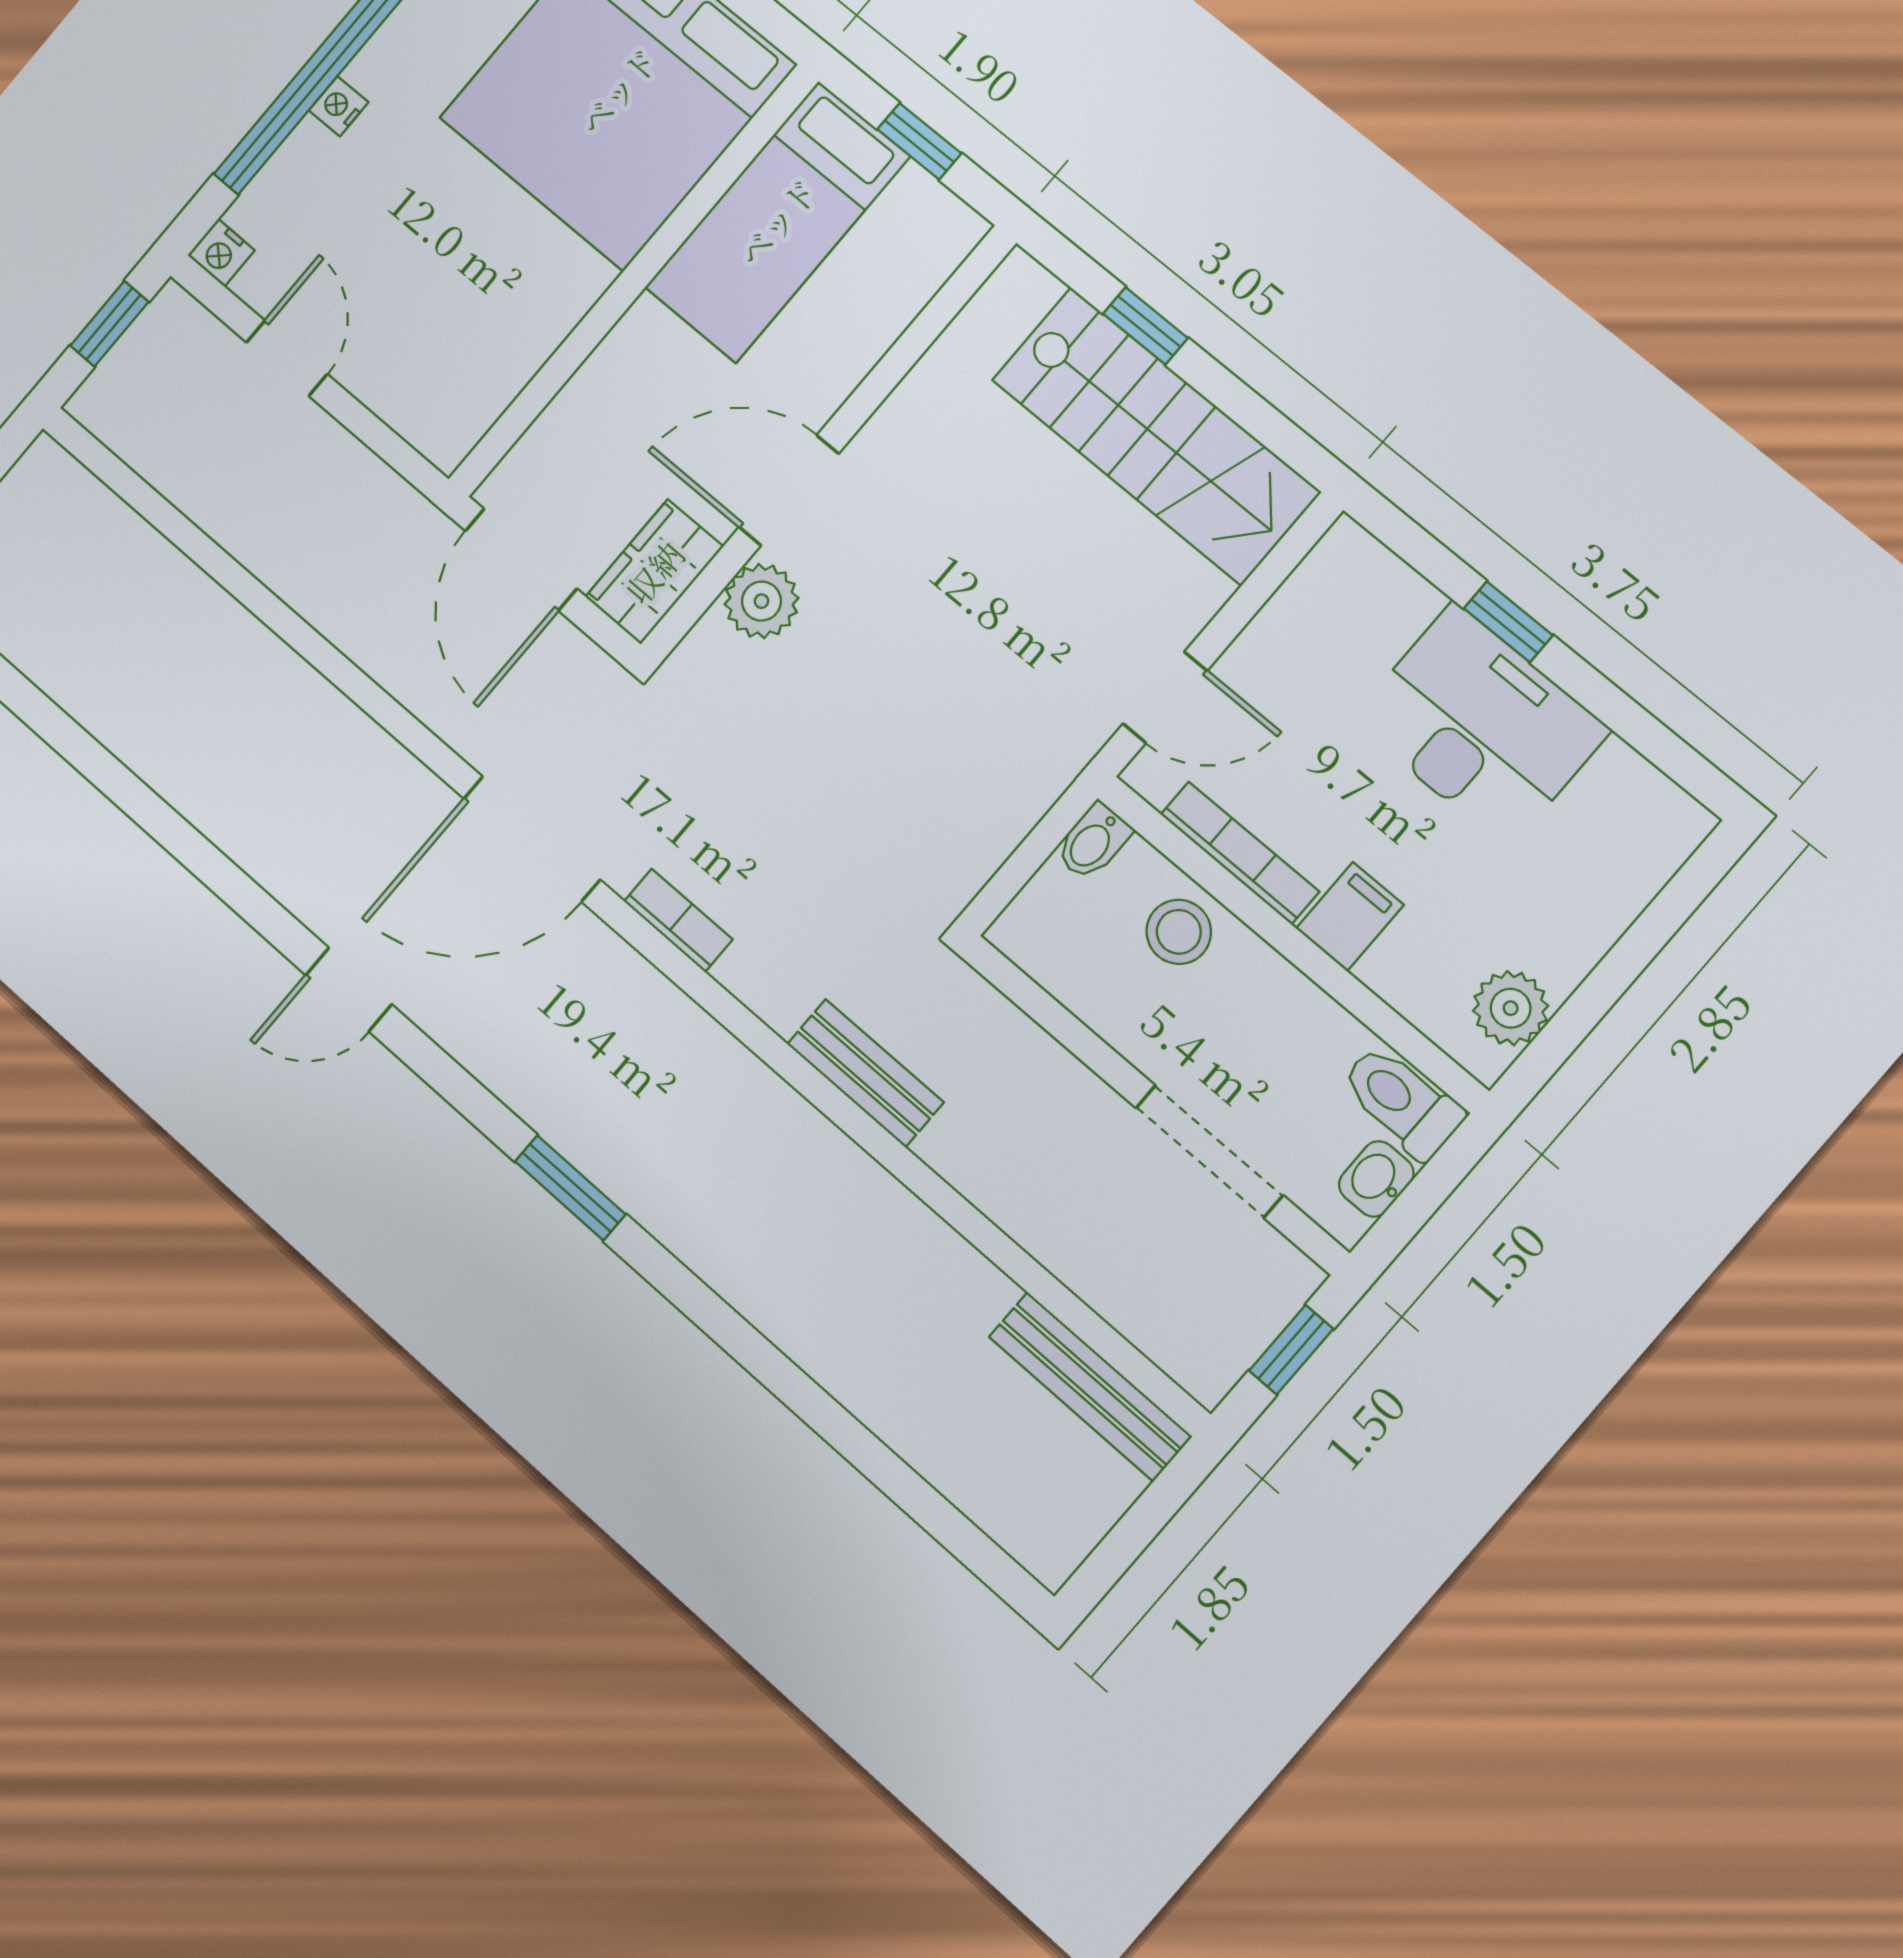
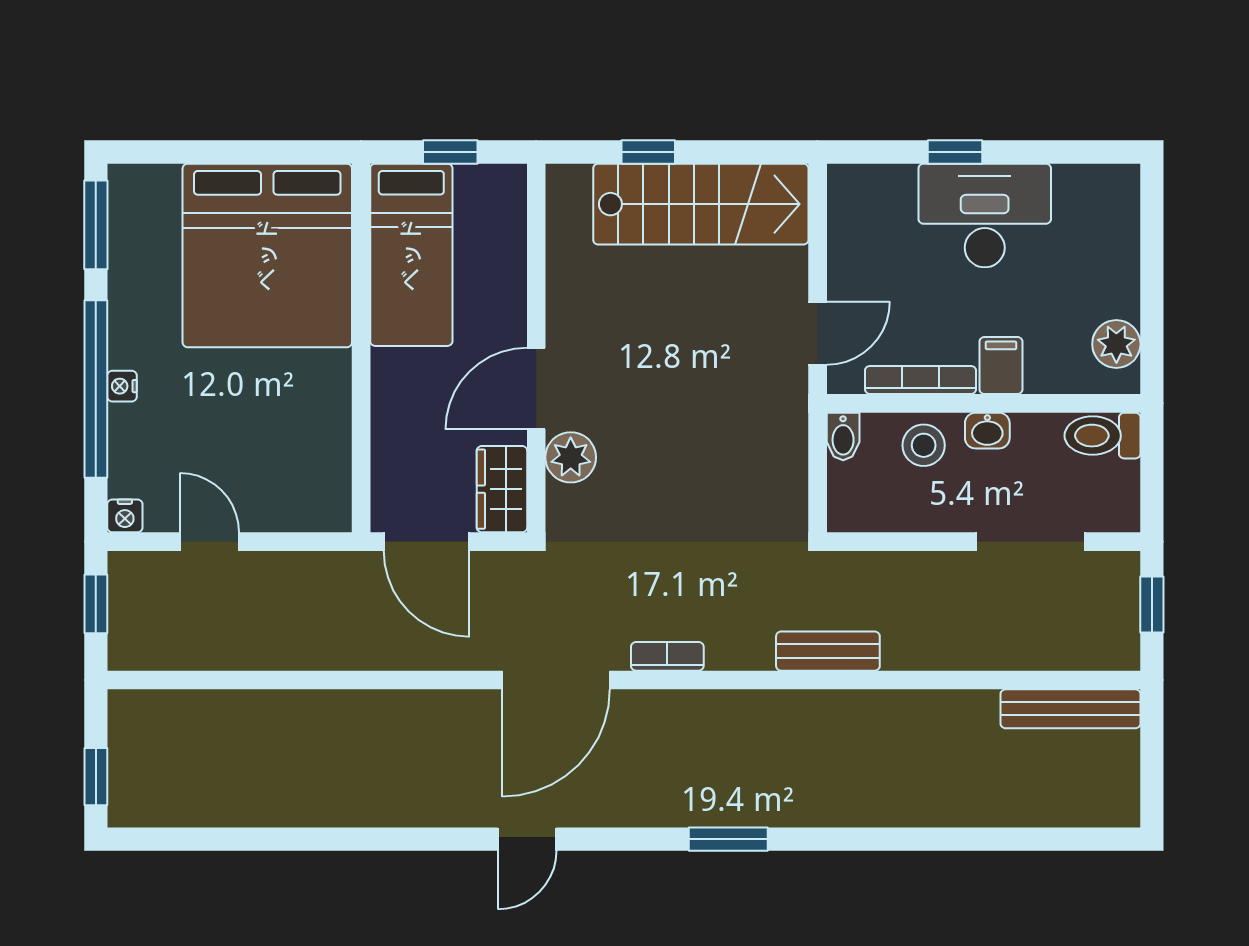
washbasin: (1376, 1179) -> (987, 431), moved, turned -90

